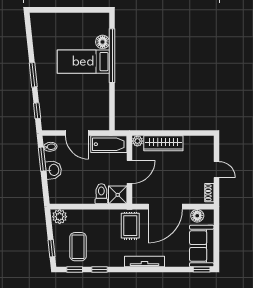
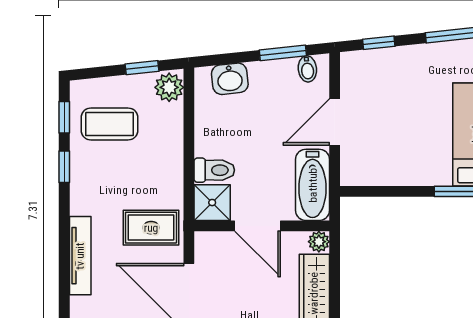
washbasin: (54, 170) -> (230, 79), moved
window: (51, 248) -> (142, 68), moved

